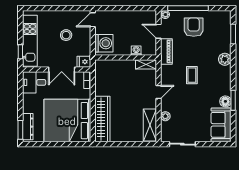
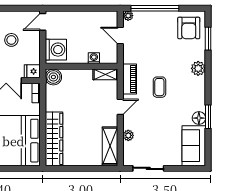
armchair: (194, 27) -> (189, 28), moved, turned 180
piano: (166, 51) -> (130, 79), moved
boiler: (102, 67) -> (53, 77), added

